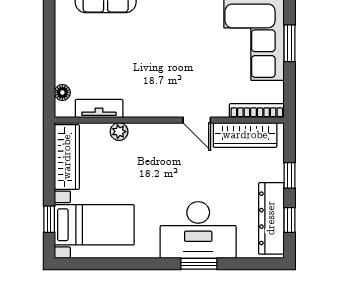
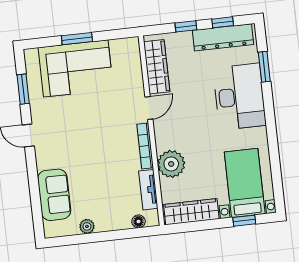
plant: (63, 30) -> (87, 226), added
bookcase: (257, 111) -> (145, 146), moved
plant: (119, 132) -> (171, 164), width x1.87, depth x1.87
window: (199, 264) -> (264, 67), moved

